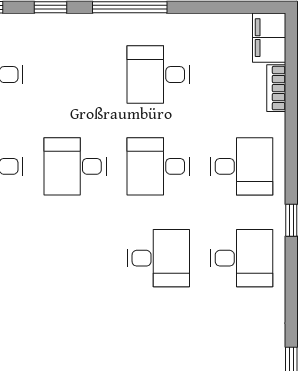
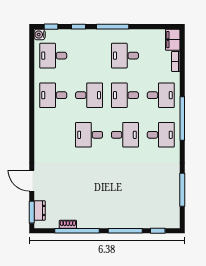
desk: (75, 166) -> (89, 95), turned 180
window: (291, 220) -> (182, 118), width x3.17
desk: (75, 258) -> (89, 135), added

